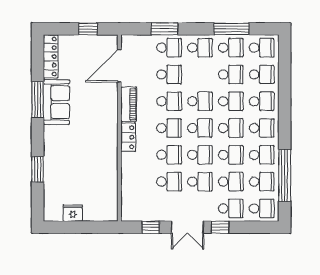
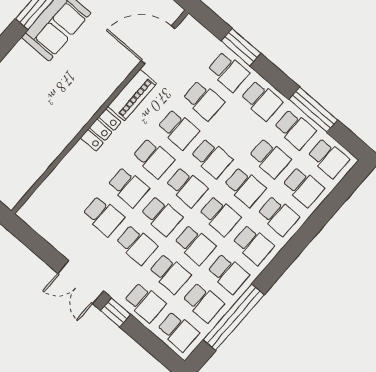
window: (151, 227) -> (41, 248), removed

